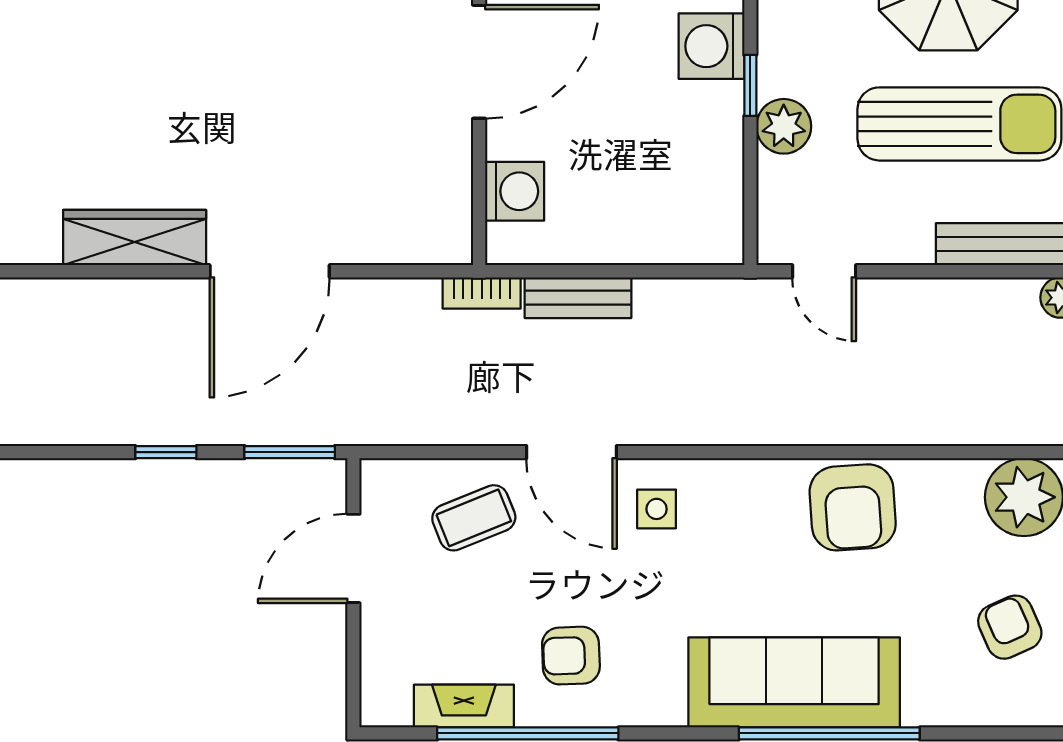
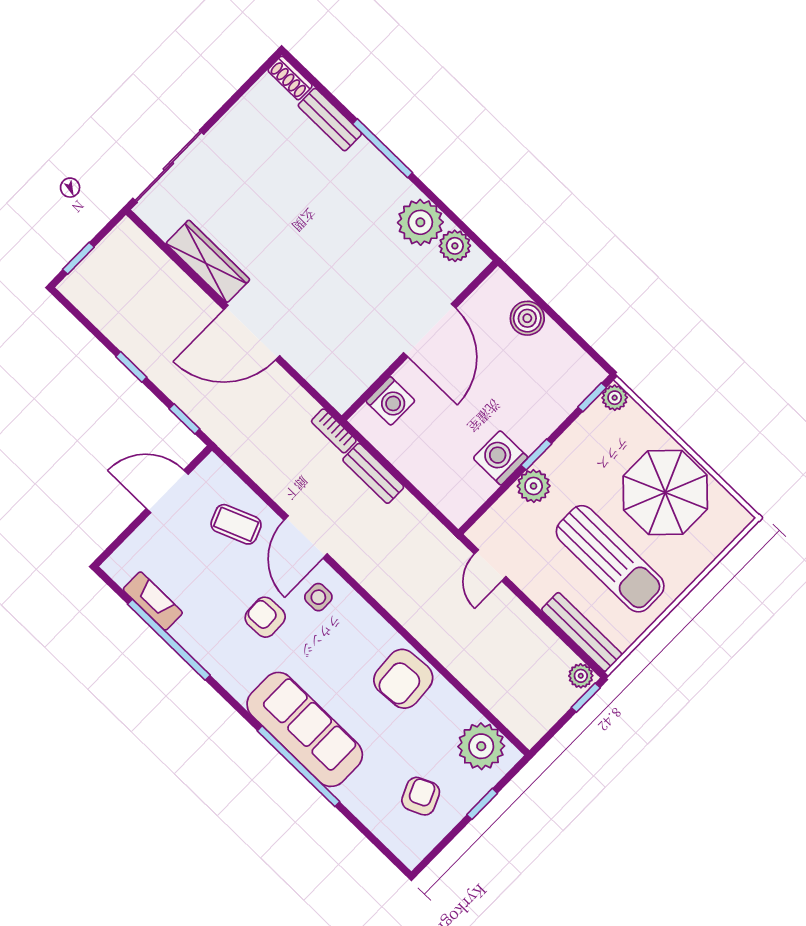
washing machine: (712, 46) -> (500, 458), moved
door: (479, 62) -> (430, 330), hinge flipped
window: (290, 452) -> (184, 419), width x0.67
armchair: (571, 656) -> (265, 617), moved

